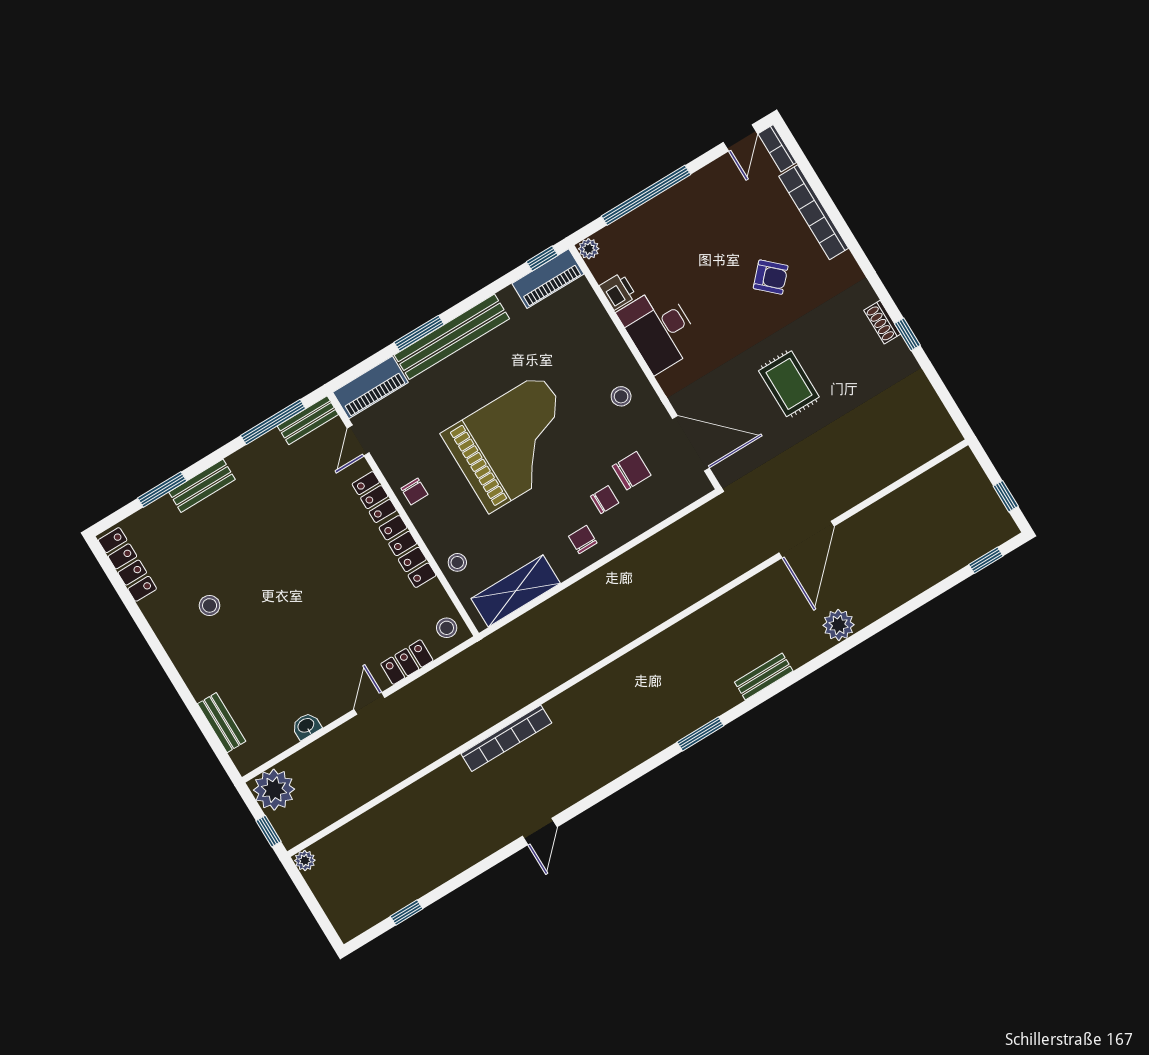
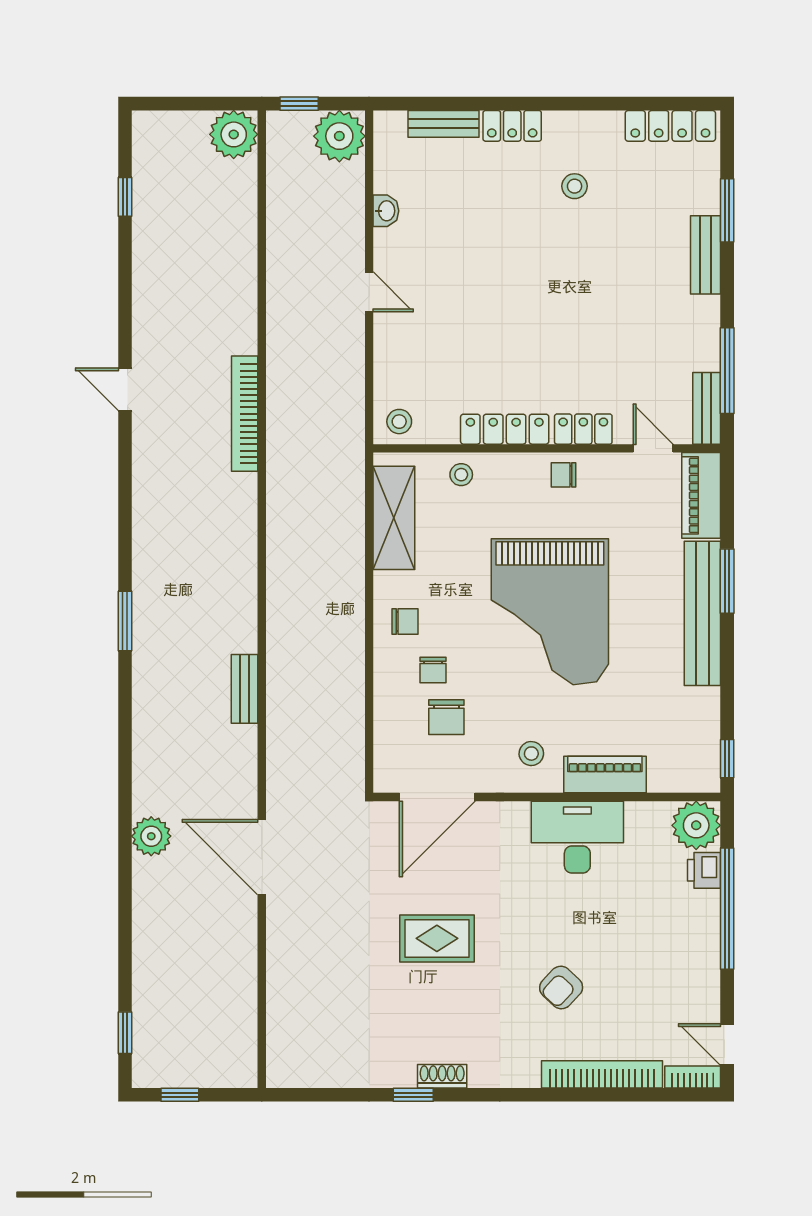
plant: (589, 249) -> (696, 825), width x1.87, depth x1.87
piano: (548, 279) -> (605, 775), moved, turned 90
printer: (618, 291) -> (704, 870), moved, turned 90
locker: (407, 662) -> (512, 126), moved, turned 90
bench: (764, 676) -> (245, 689), moved
plant: (305, 860) -> (234, 134), width x1.88, depth x1.88

